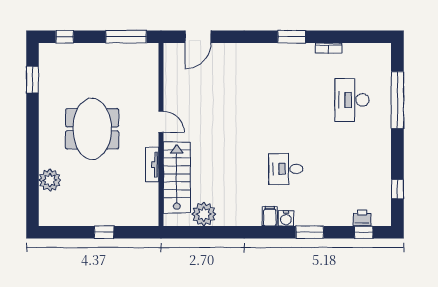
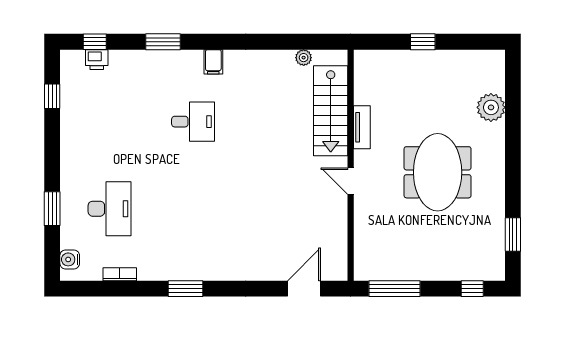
bookcase: (329, 48) -> (120, 274), moved
window: (397, 100) -> (52, 209), width x0.47
plant: (204, 214) -> (304, 58), width x0.53, depth x0.53
water cooler: (286, 218) -> (70, 259), moved, turned -90

